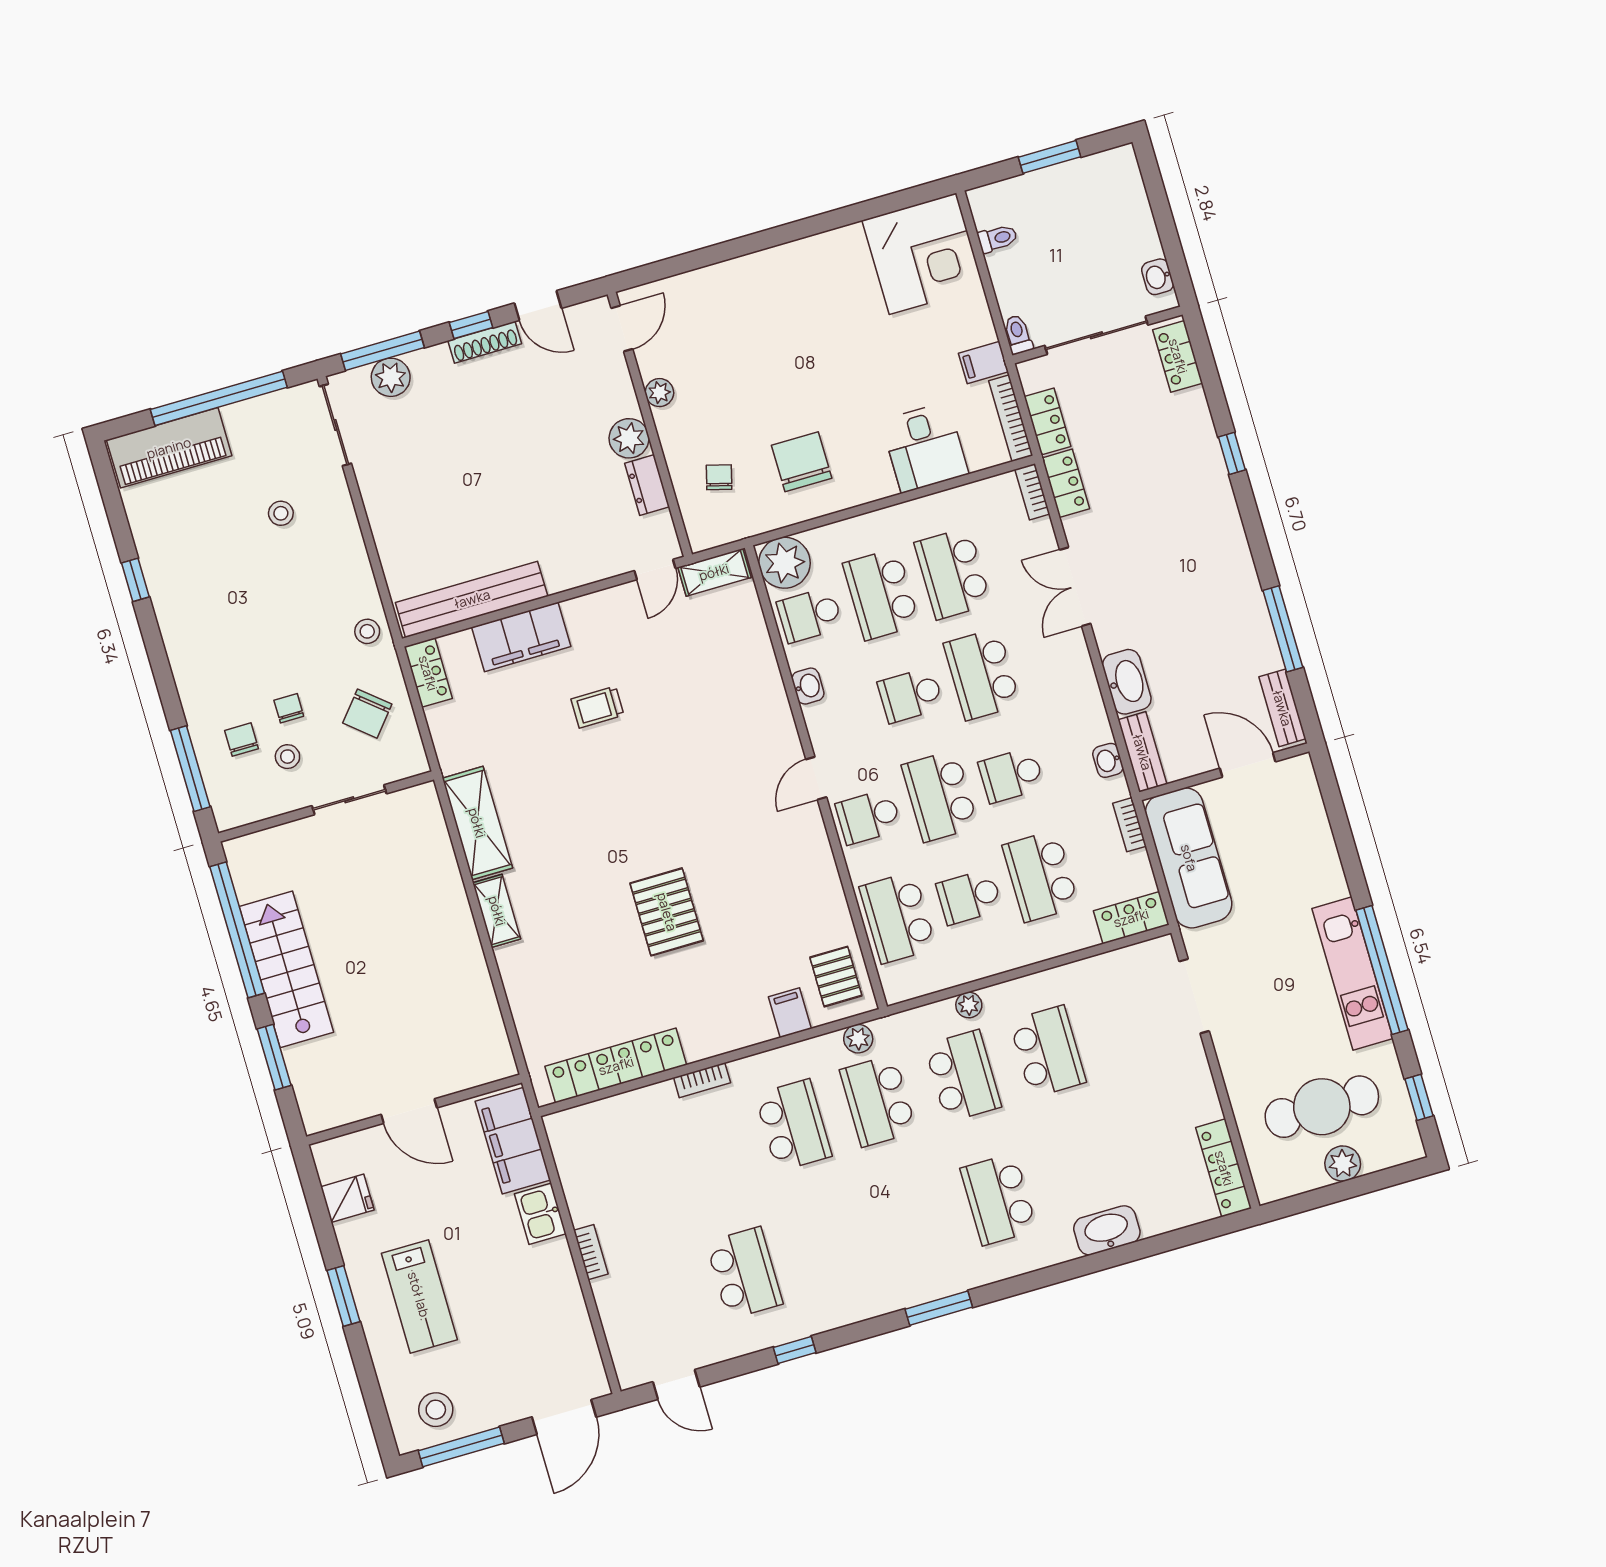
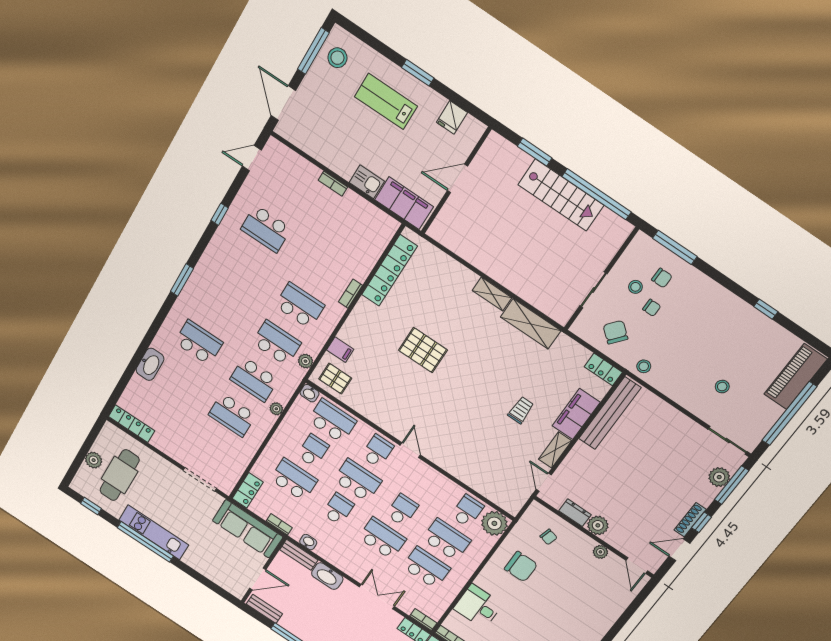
shelving: (714, 572) -> (555, 450), moved
washbasin: (808, 686) -> (309, 393), moved
school desk: (793, 1125) -> (300, 306), turned 180

